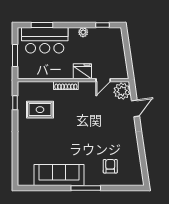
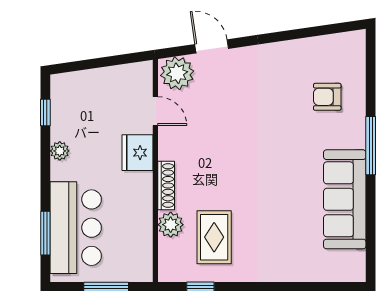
plant: (46, 88) -> (171, 225), added

